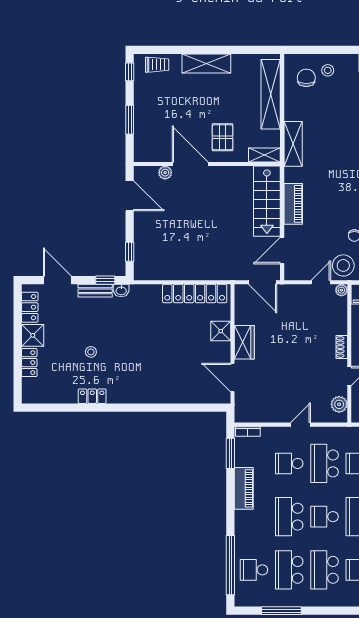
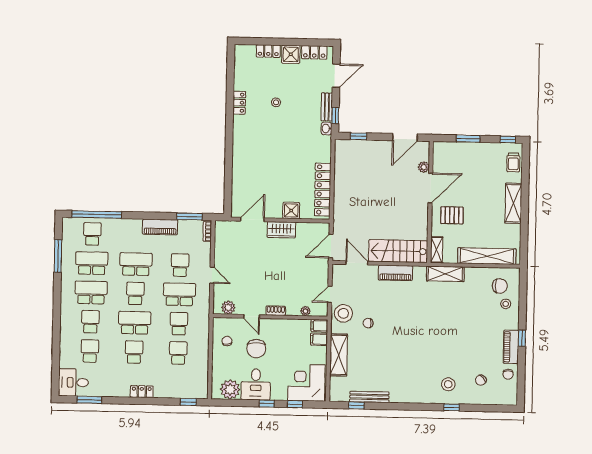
door: (321, 282) -> (330, 294), swing flipped
plant: (341, 290) -> (305, 311), moved

